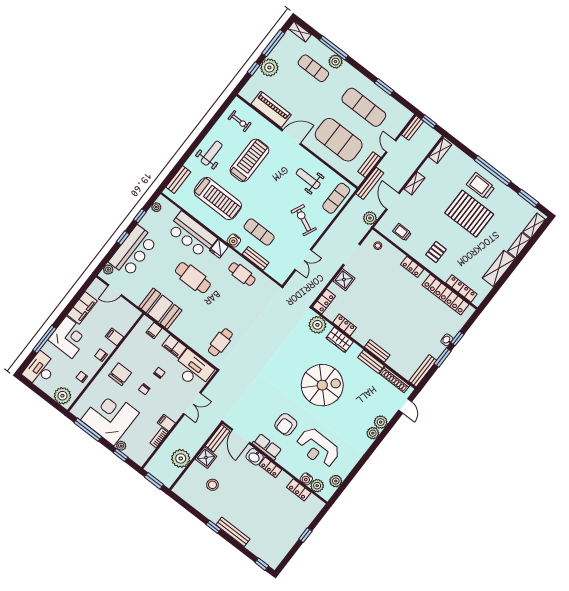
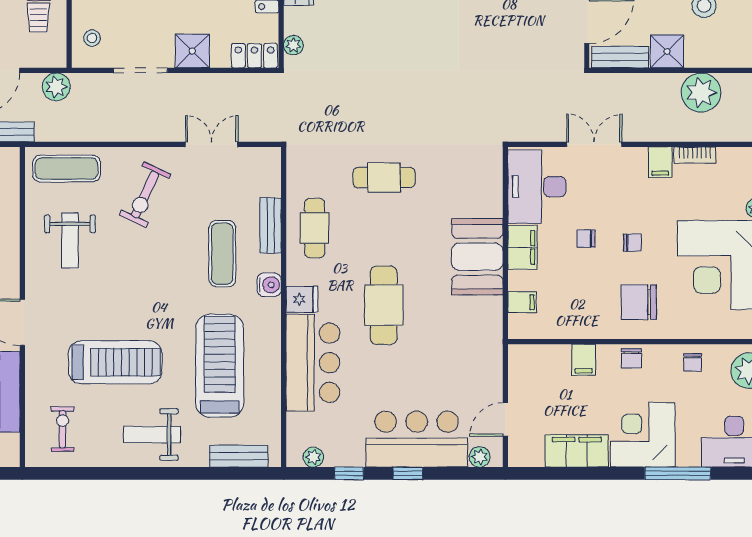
treadmill: (249, 160) -> (115, 362), turned 180
door: (115, 290) -> (505, 420), swing flipped
booth: (160, 309) -> (477, 257), moved
plant: (317, 325) -> (293, 45), width x0.53, depth x0.53
cafe table: (220, 342) -> (384, 178), moved

